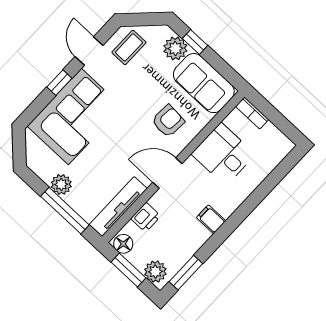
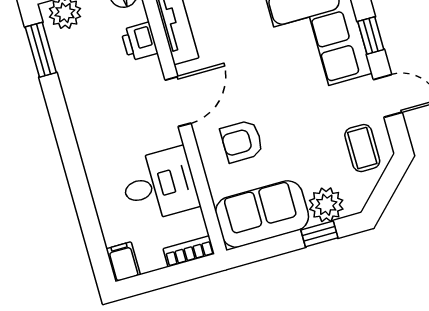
armchair: (168, 121) -> (242, 141), turned 86
filing cabinet: (211, 219) -> (123, 262), moved, turned -90

